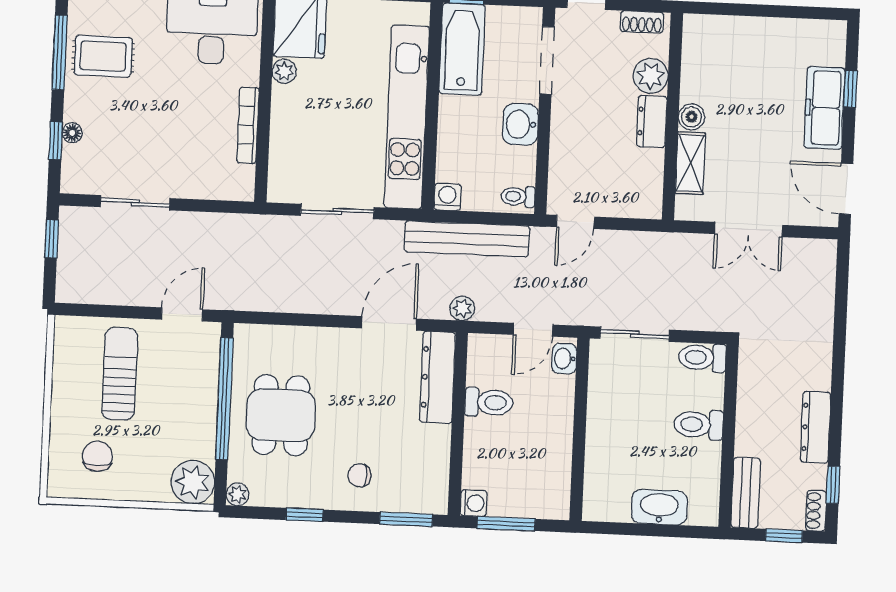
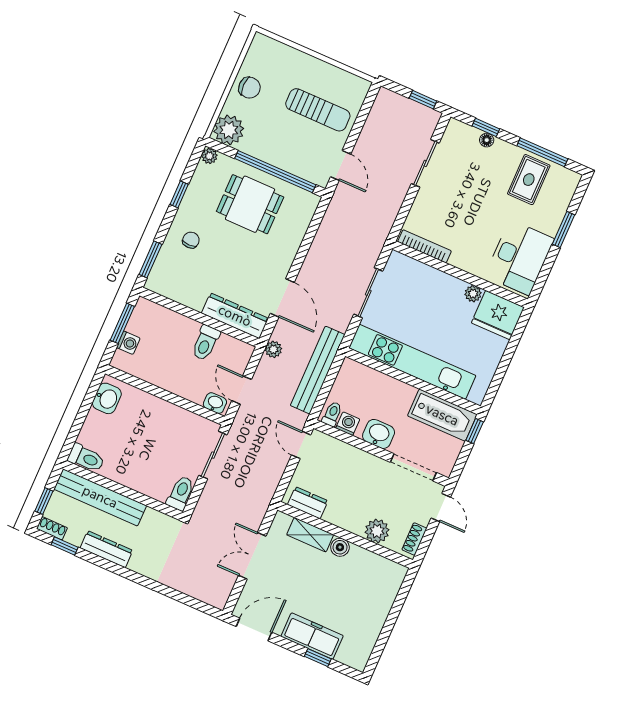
dresser: (652, 121) -> (308, 503), moved
bookcase: (248, 125) -> (425, 246), moved
washing machine: (447, 197) -> (348, 424), moved, turned -90
toilet: (699, 425) -> (86, 458), moved, turned 90
chair: (97, 456) -> (250, 88), moved
bench: (746, 493) -> (100, 497), width x1.86, depth x1.21
washing machine: (474, 503) -> (128, 343), moved, turned -90
washbasin: (659, 507) -> (107, 398), moved, width x0.72

